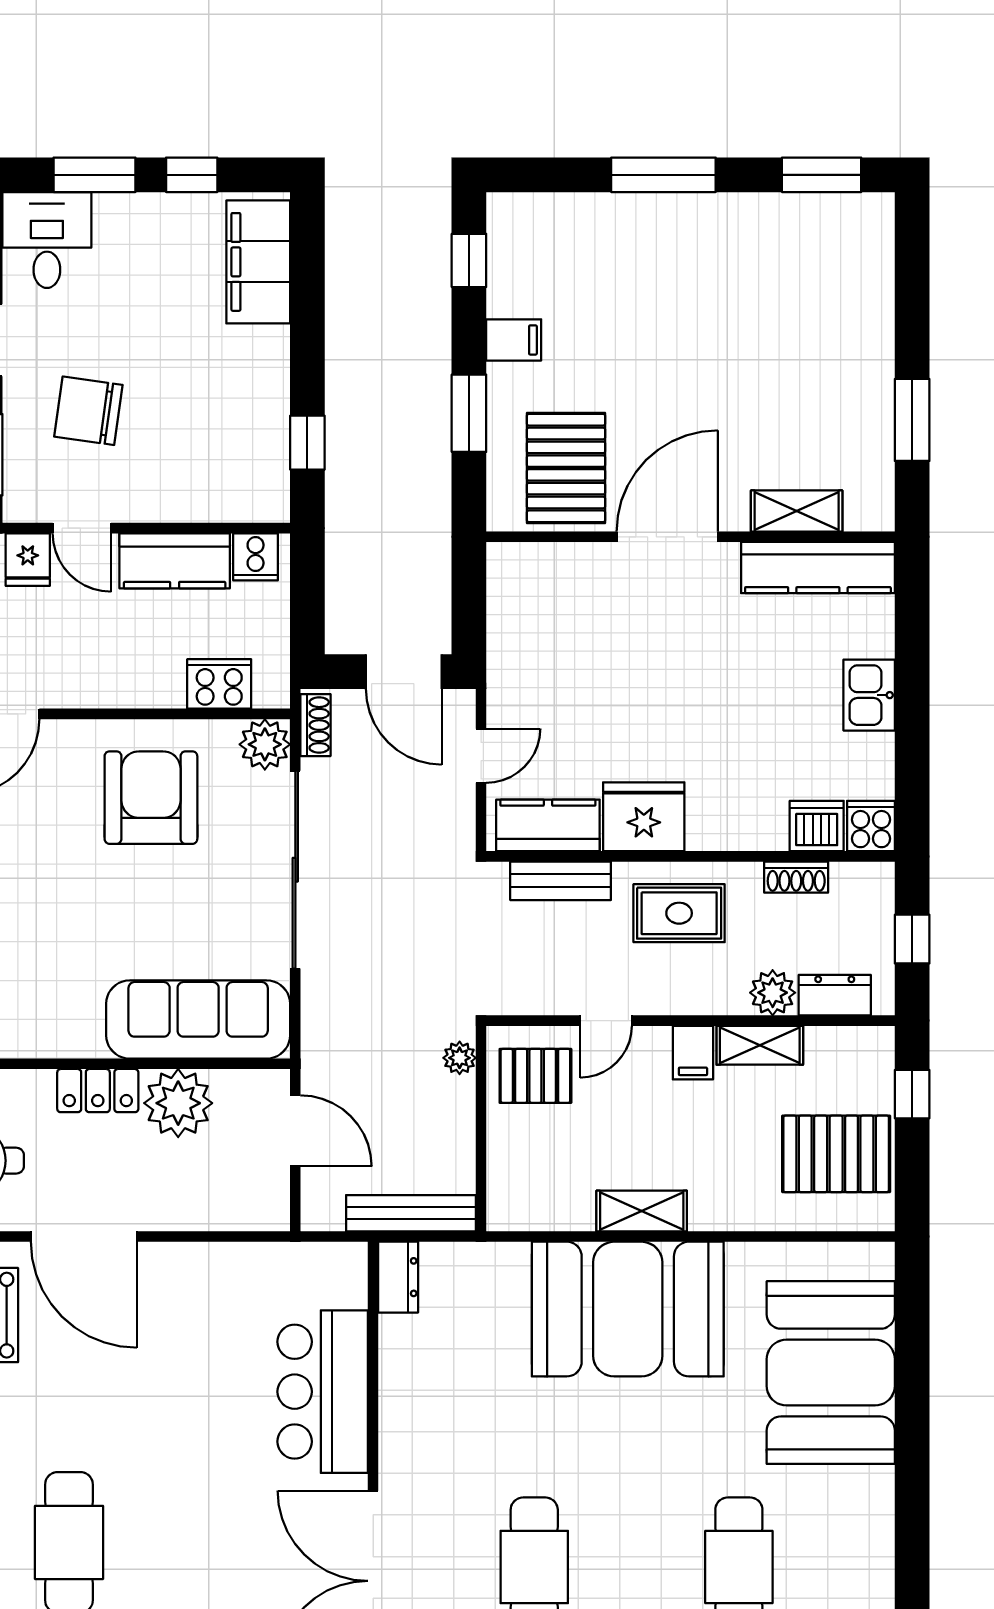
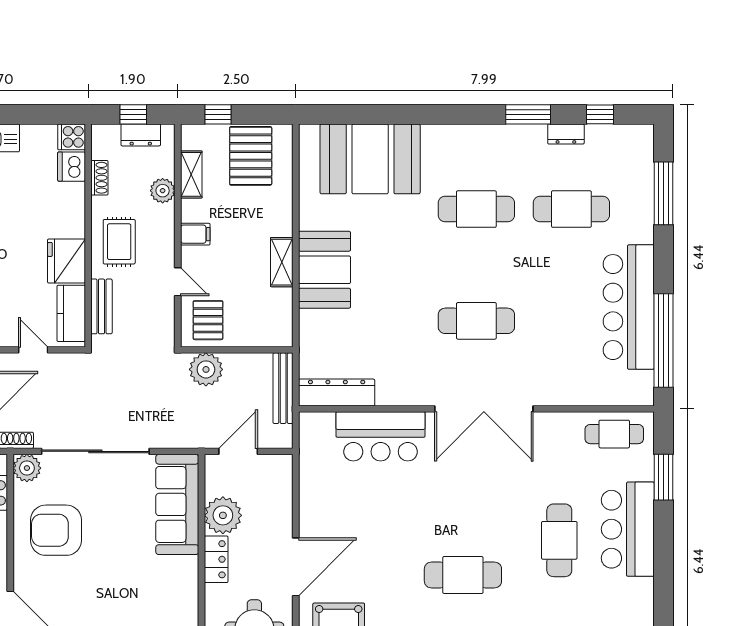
dresser: (835, 995) -> (141, 135), moved, turned -90
shelving: (760, 1045) -> (191, 174), moved
plant: (460, 1058) -> (206, 369), width x1.88, depth x1.88
dresser: (398, 1277) -> (337, 393), width x1.96, depth x1.24
booth: (628, 1309) -> (324, 270), width x0.73, depth x0.70

